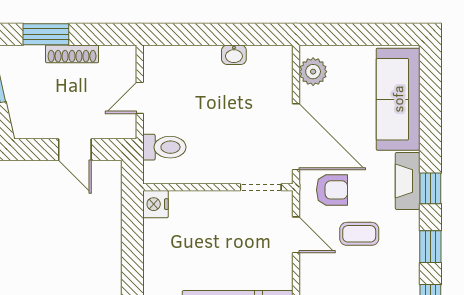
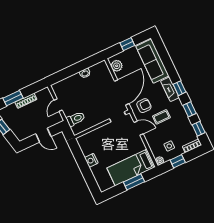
window: (360, 34) -> (127, 44), added
door: (296, 137) -> (122, 92), hinge flipped
nightstand: (156, 204) -> (91, 160), moved

